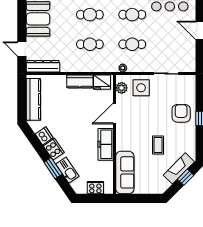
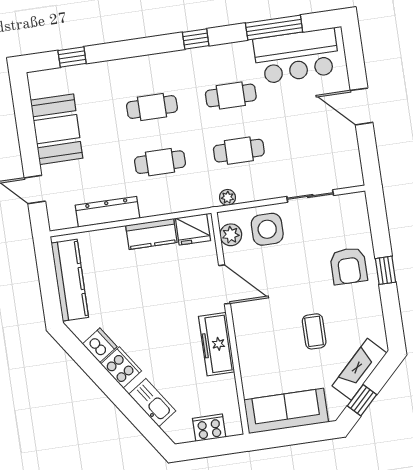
dresser: (43, 66) -> (107, 212), moved
door: (114, 113) -> (224, 284), swing flipped
armchair: (181, 113) -> (349, 266), turned 180
window: (53, 168) -> (125, 403), removed
sofa: (125, 172) -> (286, 411), moved, turned -90
window: (186, 177) -> (362, 400), moved

